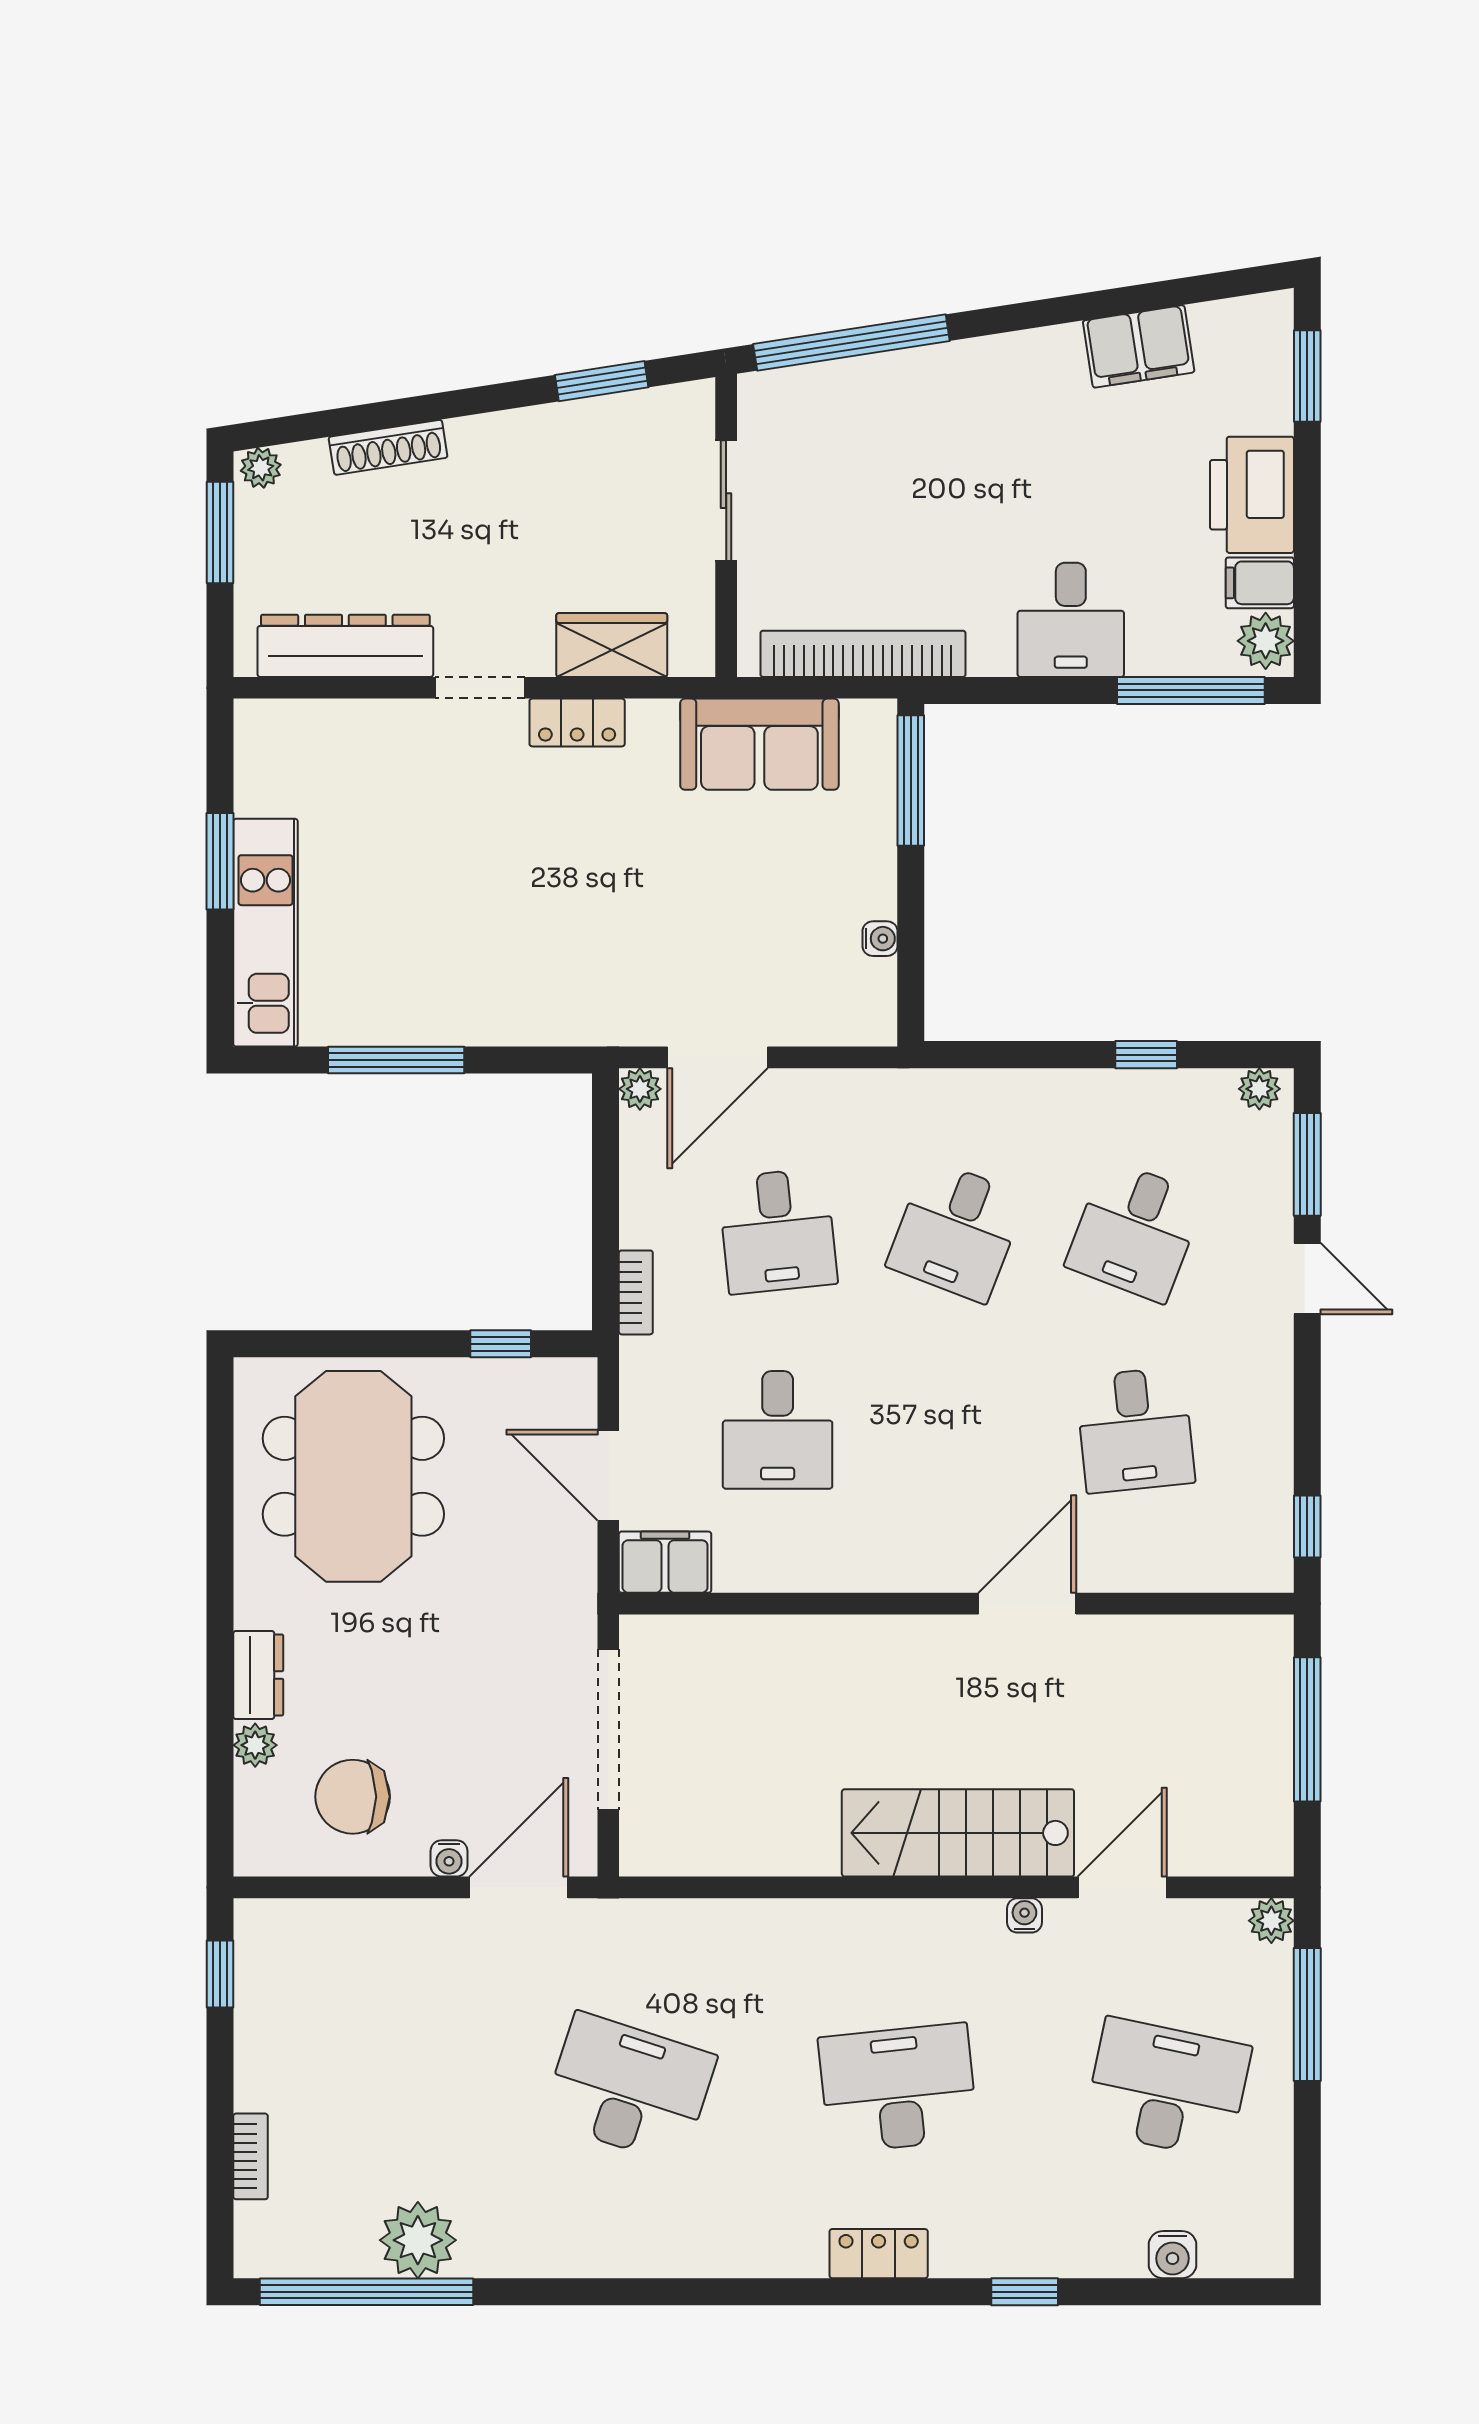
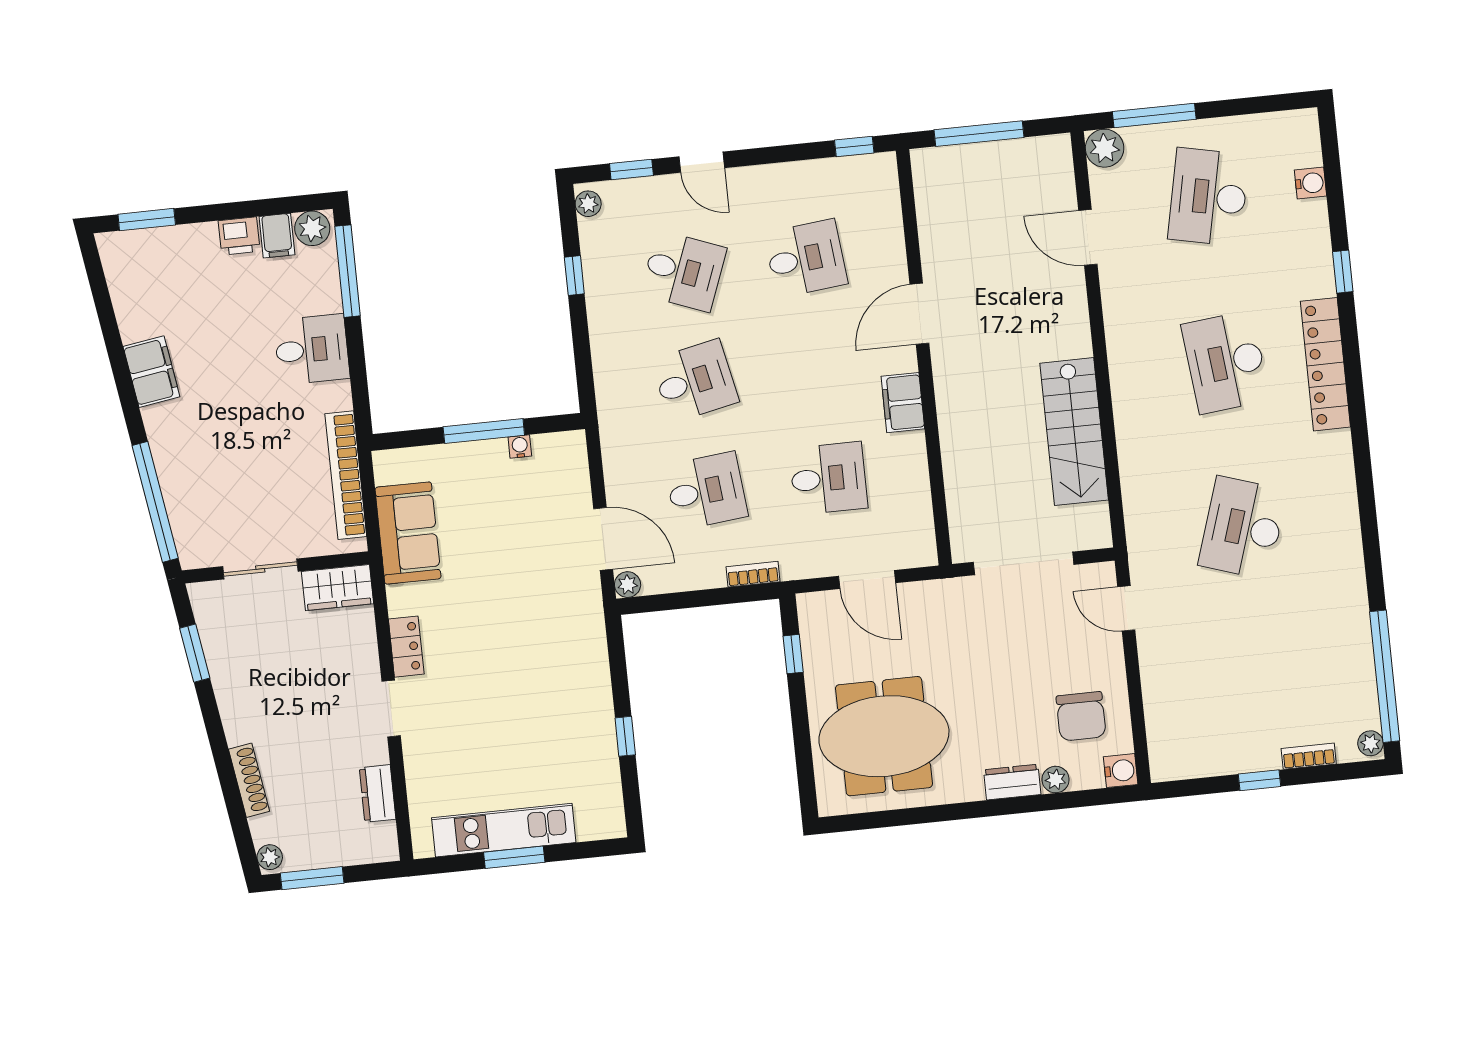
filing cabinet: (1139, 346) -> (151, 372), moved
printer: (1252, 495) -> (239, 236), width x0.53, depth x0.68
wardrobe: (612, 645) -> (338, 588), moved, turned -90
dresser: (345, 646) -> (378, 793), width x0.51, depth x0.80
window: (911, 781) -> (484, 431), moved
kitchen unit: (265, 933) -> (504, 830), moved
window: (396, 1060) -> (625, 736), width x0.46
window: (1307, 1164) -> (631, 170), width x0.67
desk: (956, 1231) -> (695, 381), turned -33
door: (1307, 1279) -> (702, 162), swing flipped
door: (608, 1475) -> (867, 580), hinge flipped
filing cabinet: (665, 1562) -> (903, 403), moved
door: (1027, 1604) -> (919, 314), hinge flipped
stairs: (958, 1833) -> (1074, 432), moved
water cooler: (449, 1858) -> (1121, 771), moved, width x1.38, depth x1.38
door: (519, 1887) -> (1126, 608), width x0.73
water cooler: (1024, 1915) -> (1111, 296), removed
plant: (1271, 1921) -> (1105, 148), width x1.38, depth x1.38
window: (220, 1974) -> (1260, 780), moved
plant: (418, 2240) -> (1370, 743), moved, width x0.53, depth x0.53
locker: (879, 2254) -> (1325, 364), width x2.16, depth x1.21

